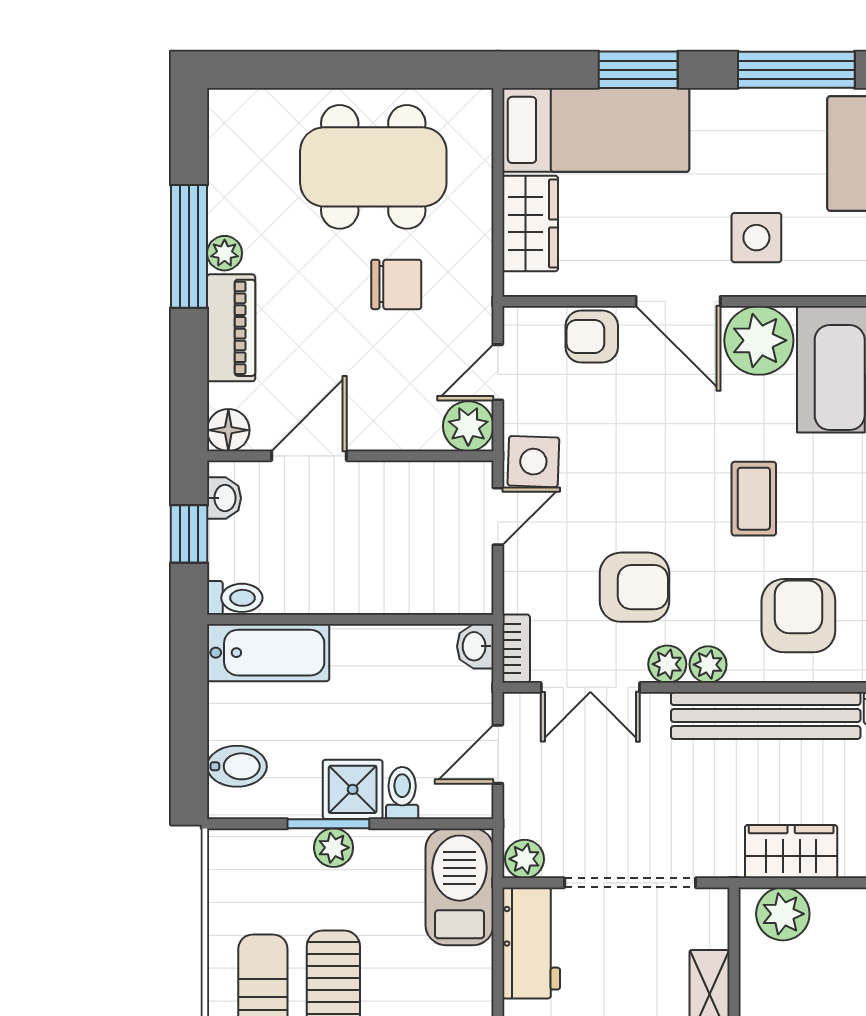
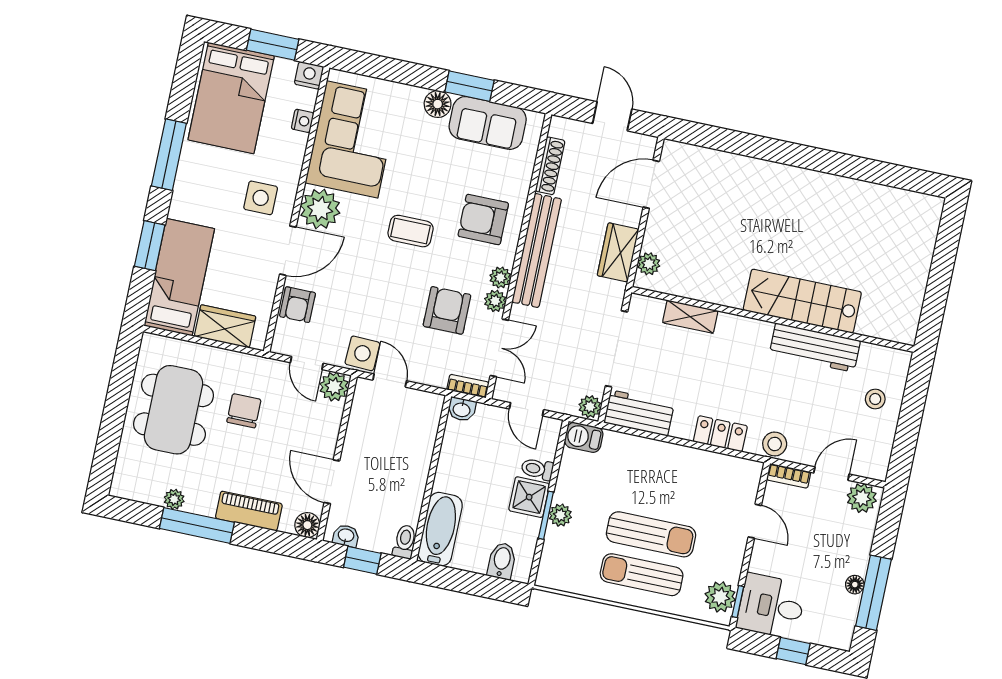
plant: (225, 253) -> (174, 499), moved
barbecue: (460, 887) -> (584, 437), width x0.53, depth x0.65
plant: (783, 914) -> (649, 264), width x0.73, depth x0.73

